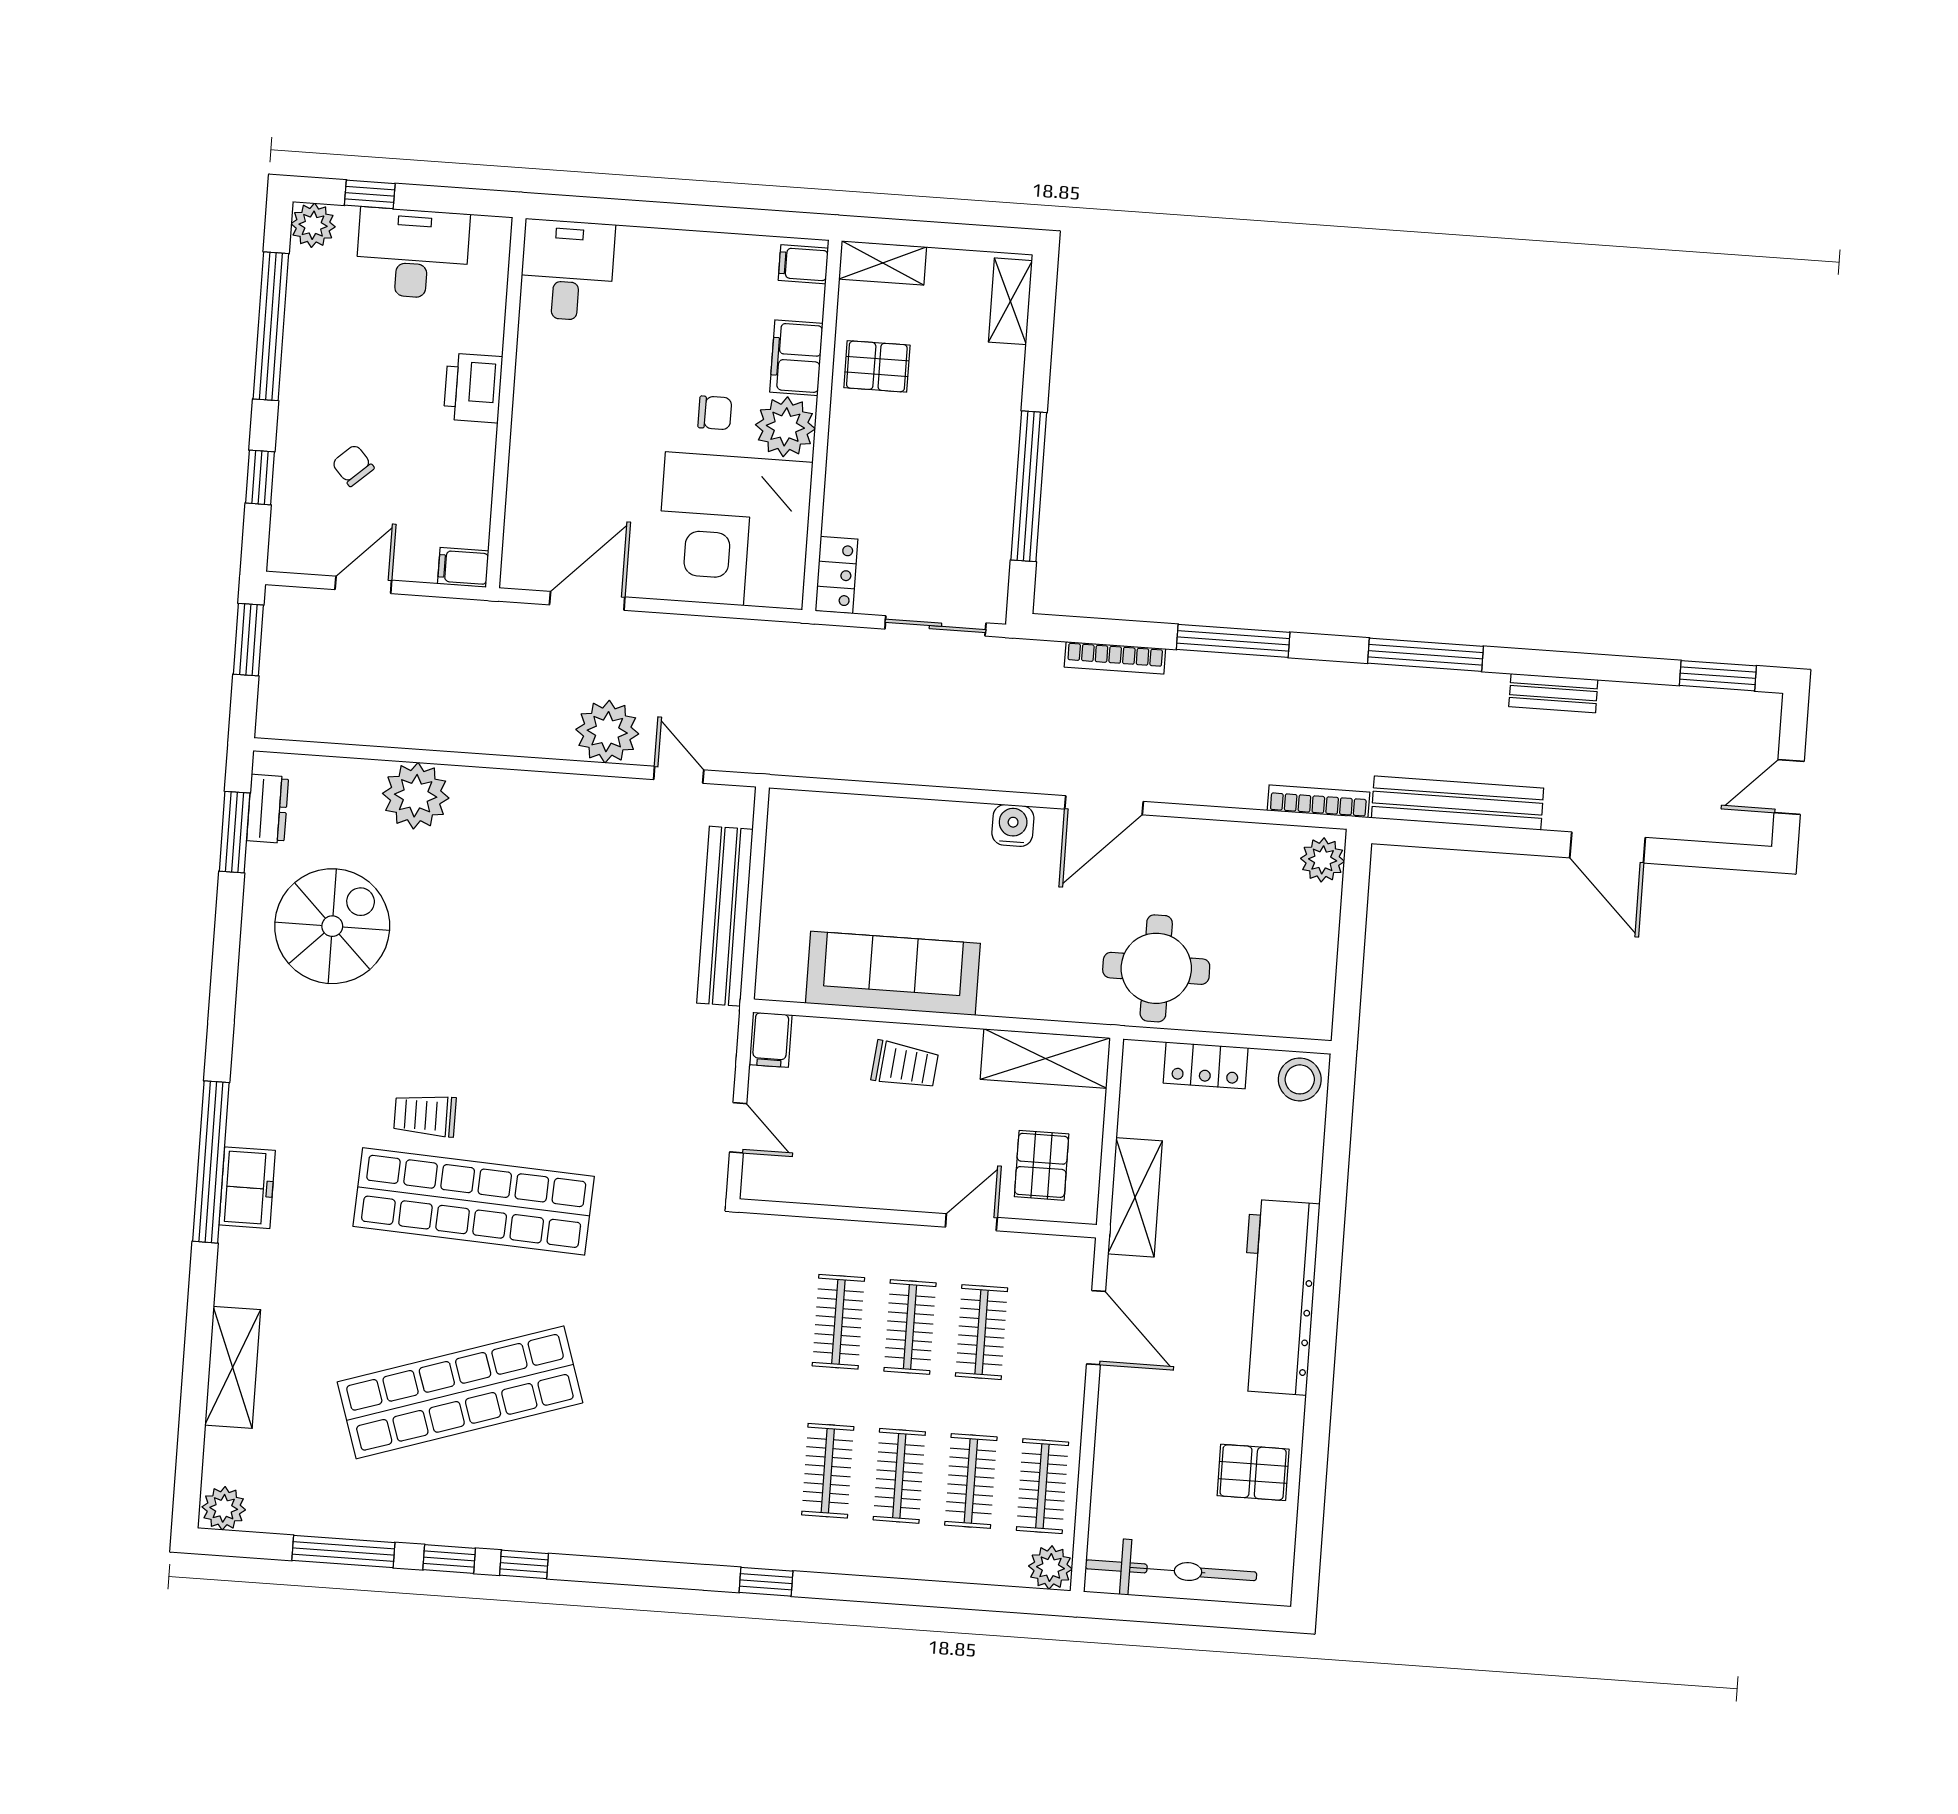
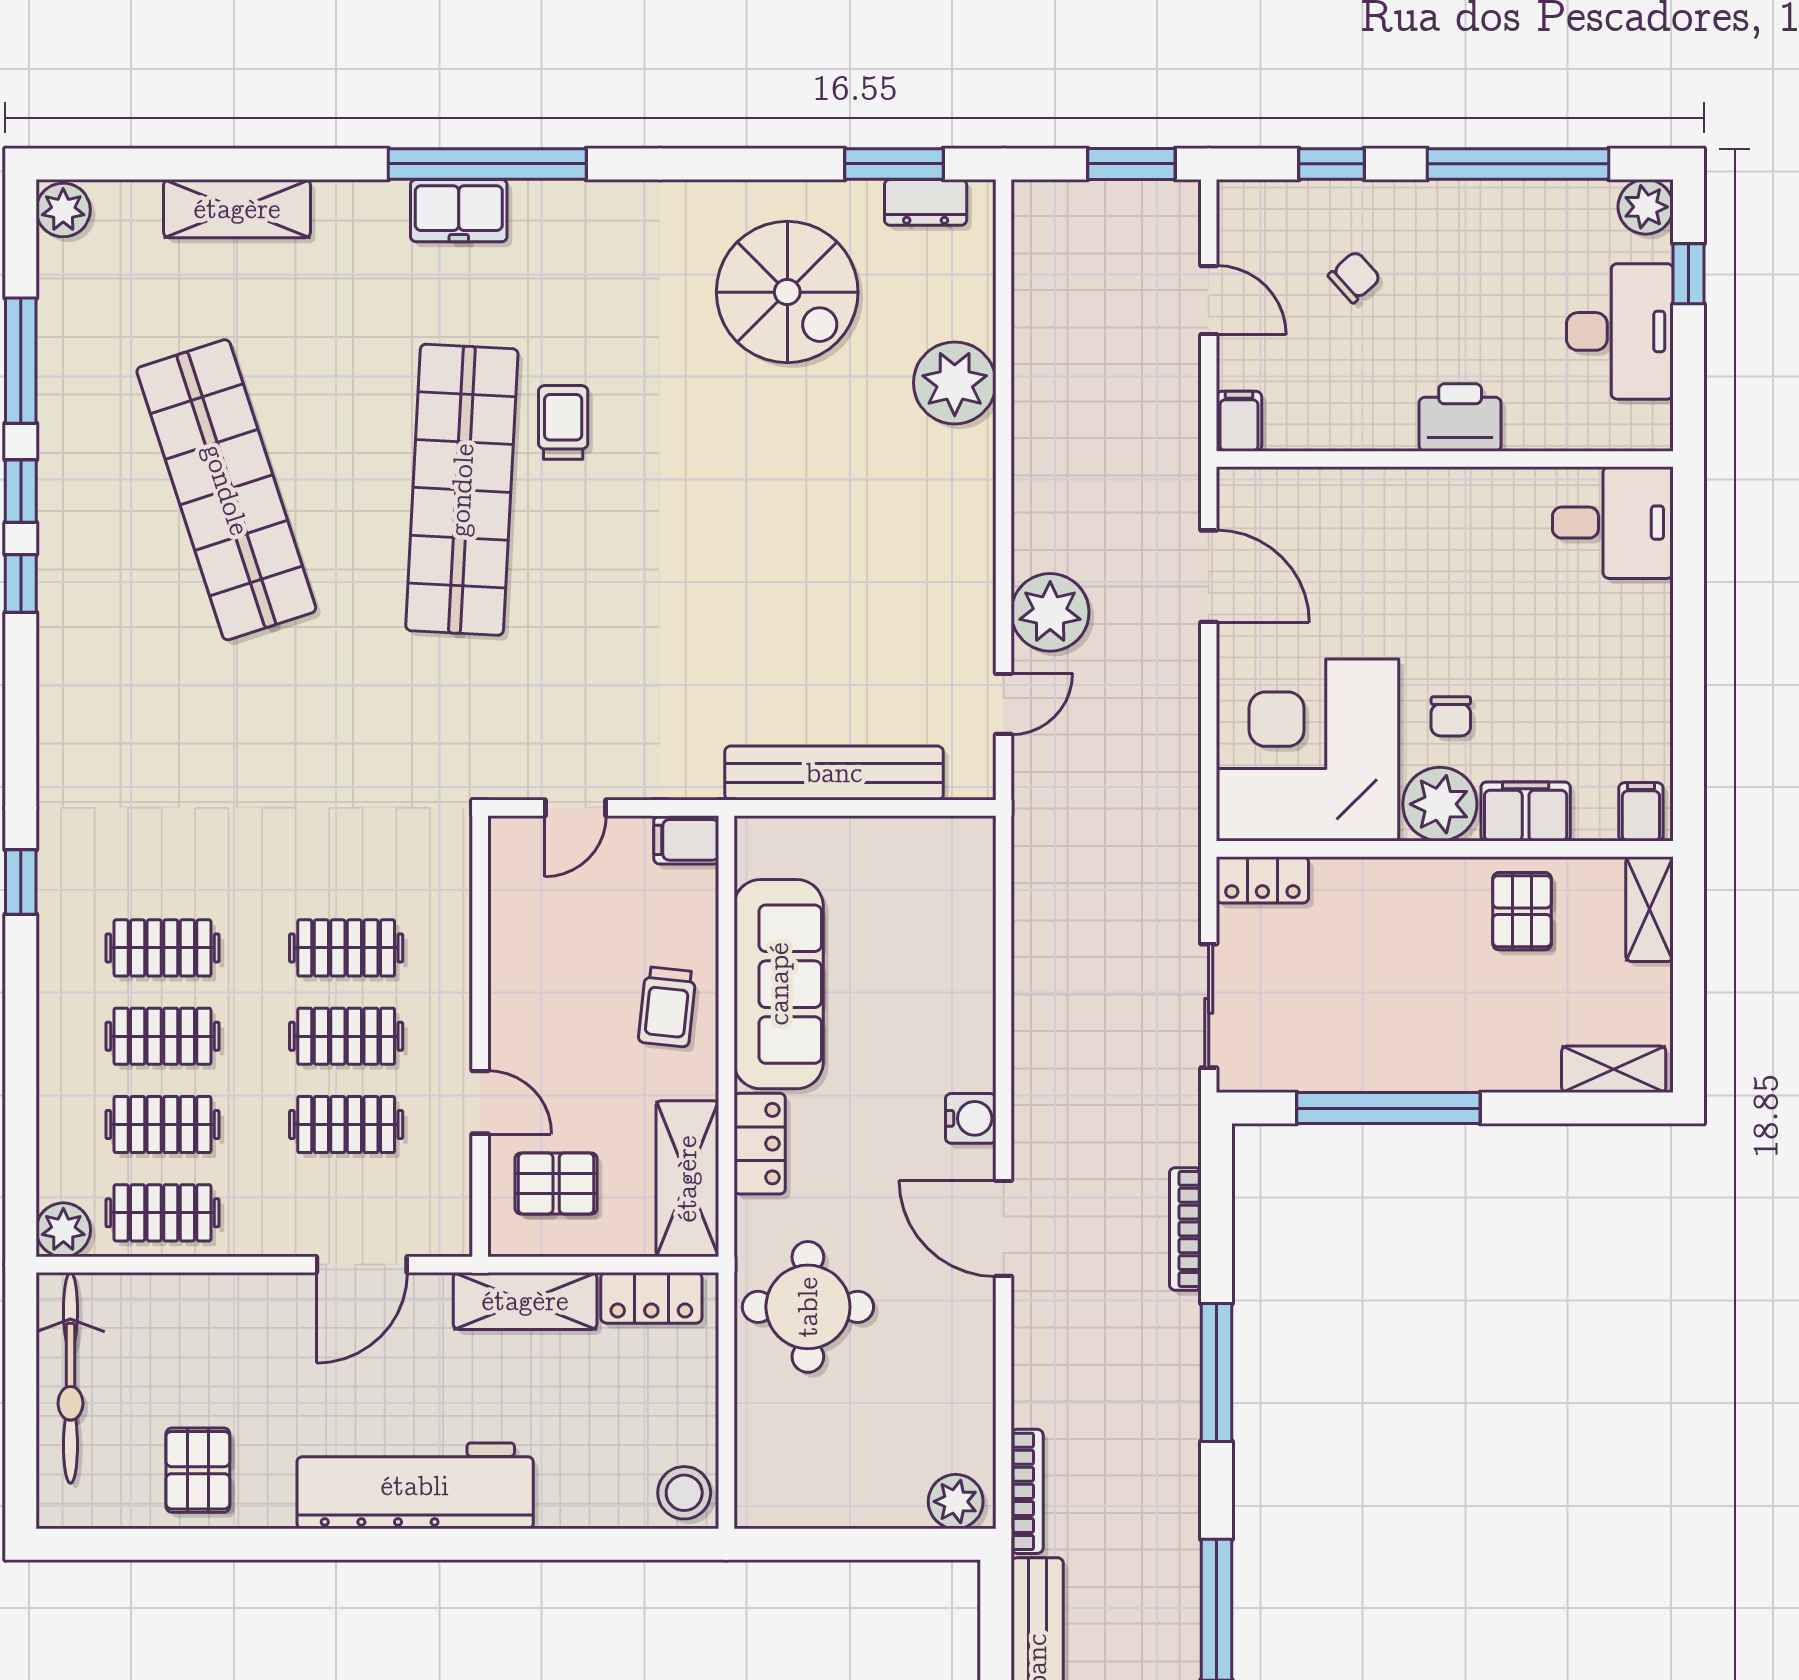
locker: (1021, 998) -> (760, 1144), added
locker: (1206, 1065) -> (651, 1298), moved, turned -90

